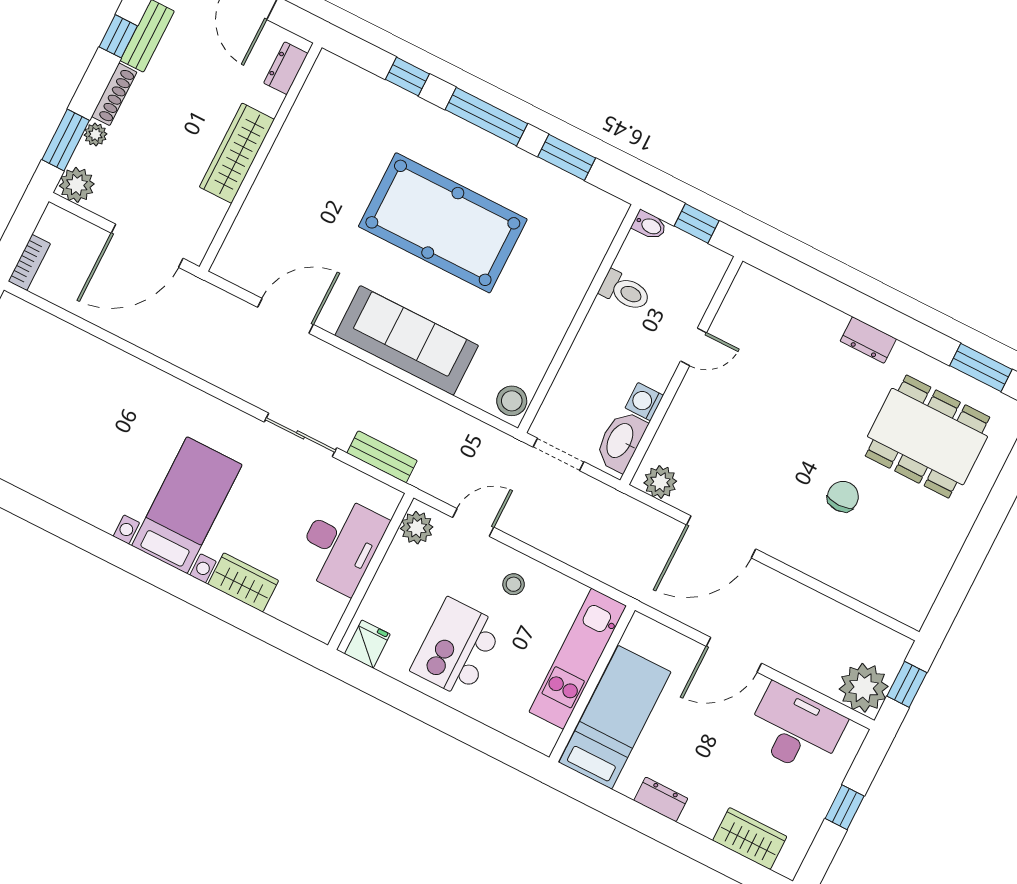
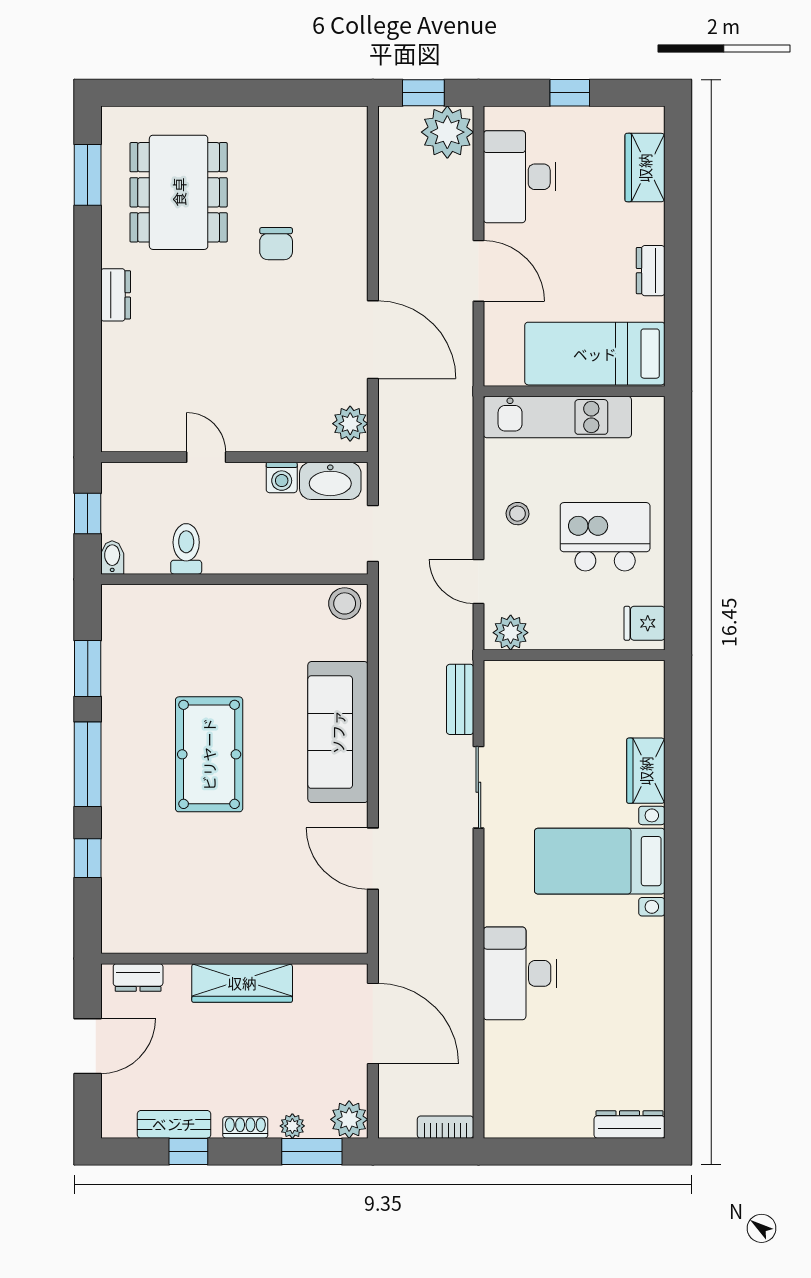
shoe rack: (114, 94) -> (245, 1127), width x0.70
pool table: (443, 223) -> (209, 754), width x0.73, depth x0.76
chair: (843, 497) -> (276, 244), turned -90
desk: (341, 544) -> (520, 973), moved, turned -90
kitchen island: (457, 648) -> (605, 537), turned 180

